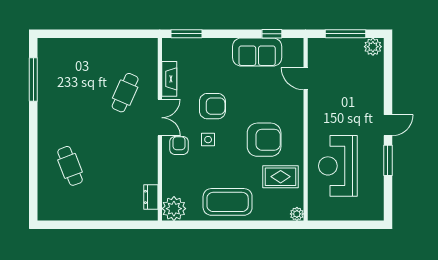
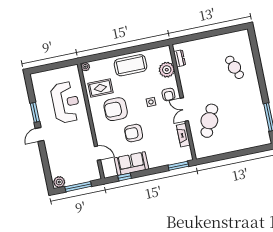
cafe table: (125, 93) -> (209, 121), width x1.37, depth x1.35
armchair: (212, 106) -> (134, 133), moved
plant: (174, 209) -> (167, 70), moved

